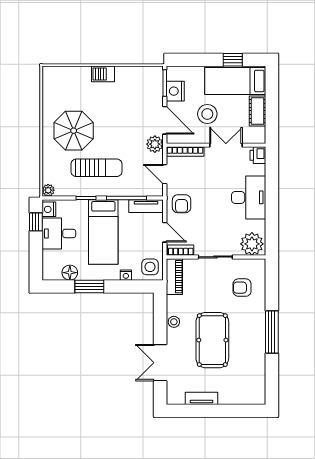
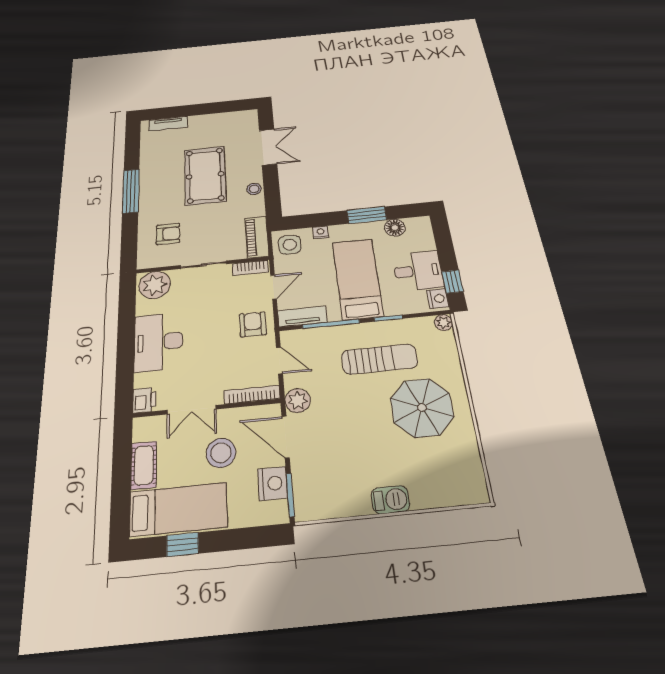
sun lounger: (96, 168) -> (379, 359), turned 180
door: (165, 232) -> (274, 287), swing flipped
tv unit: (202, 398) -> (168, 124), moved

